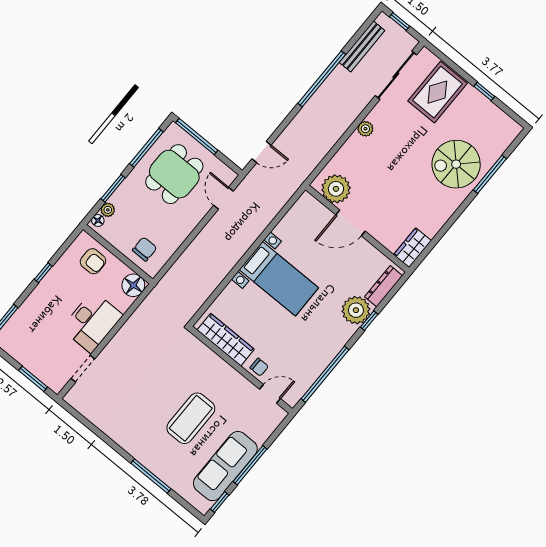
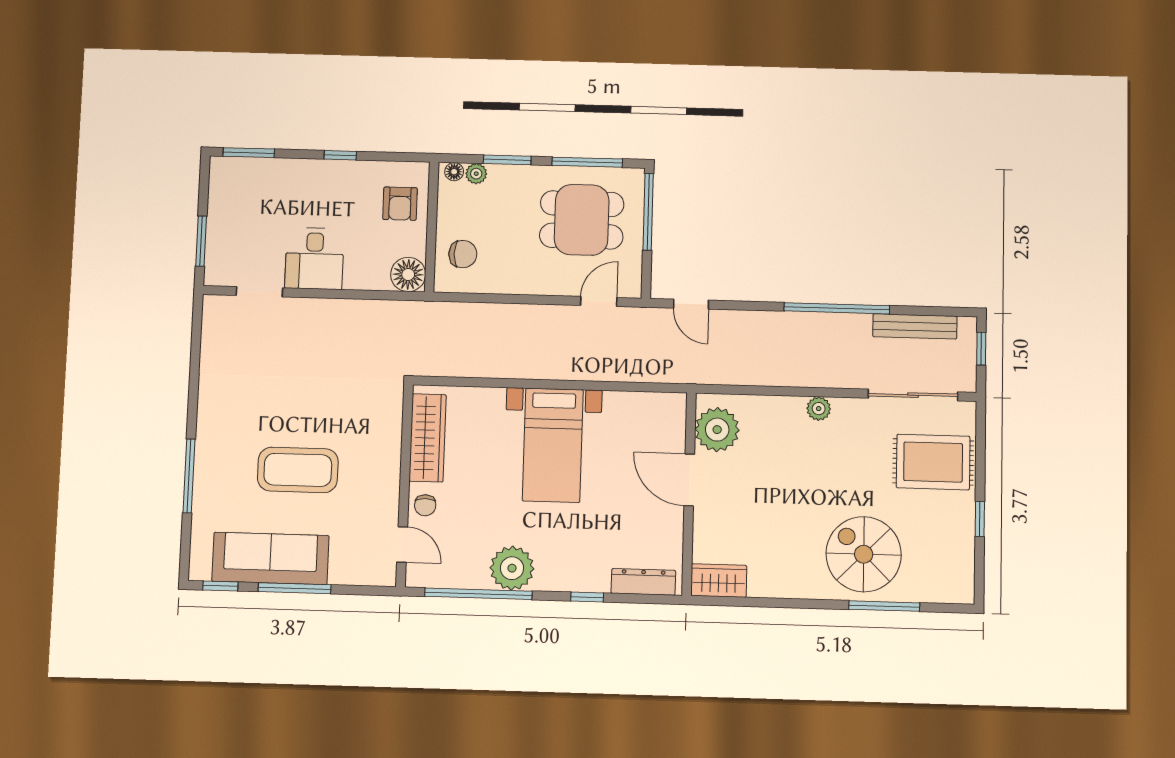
plant: (356, 310) -> (512, 568), moved
desk: (92, 322) -> (314, 259), width x0.73

